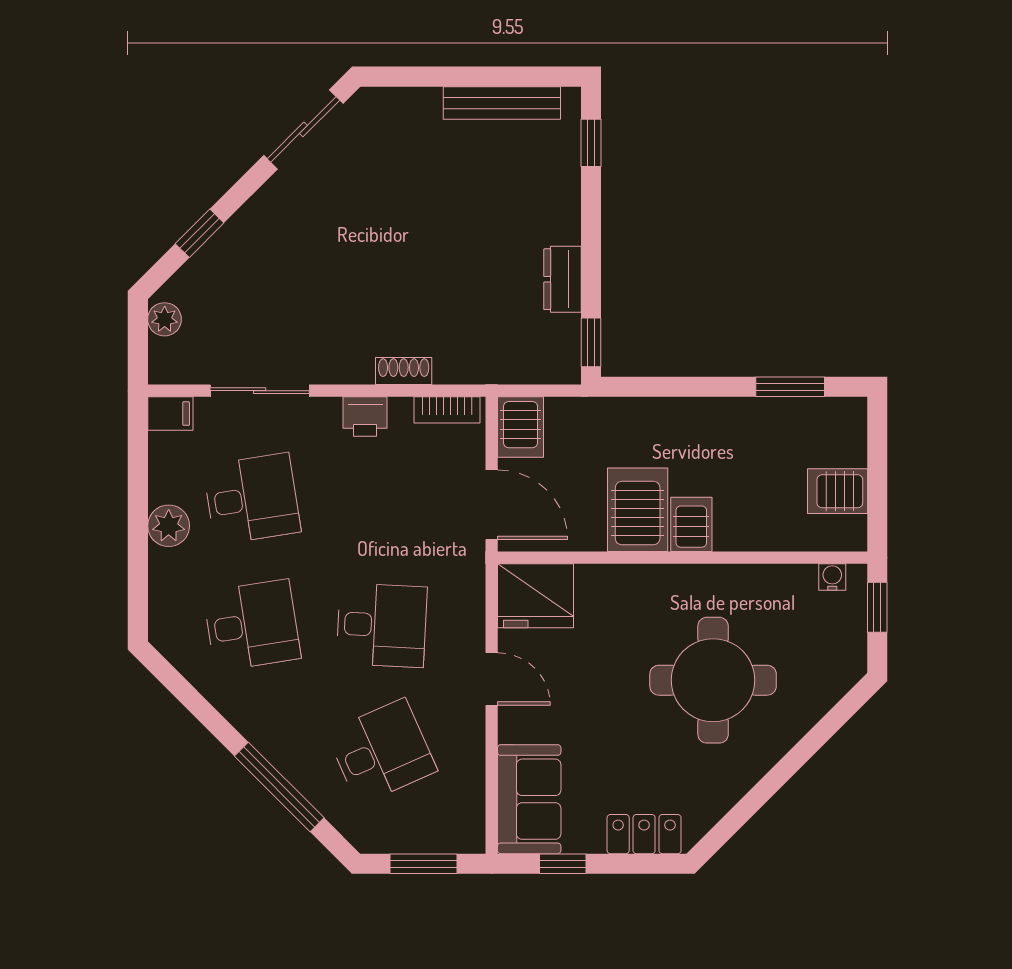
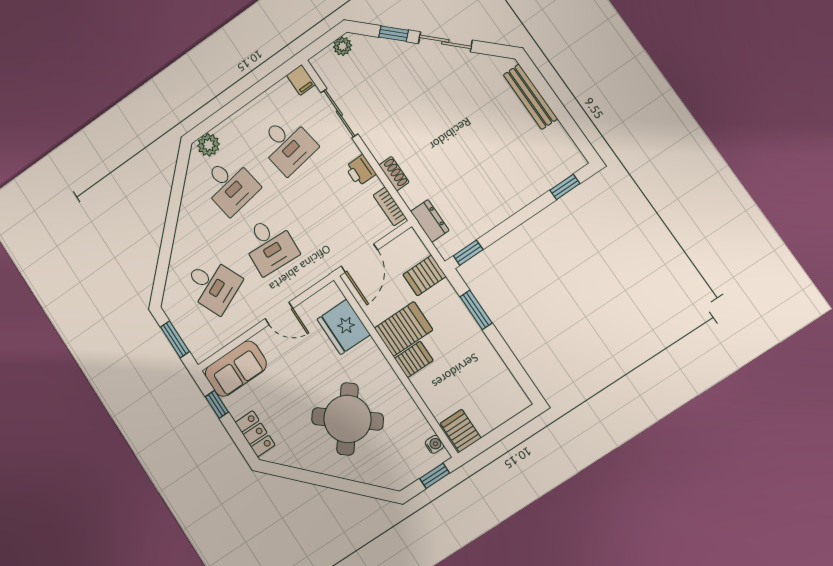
bench: (502, 103) -> (530, 97), moved
sliding door: (303, 129) -> (445, 42), moved
dresser: (562, 279) -> (430, 221), moved, turned 90
window: (790, 387) -> (476, 310), moved
server rack: (521, 427) -> (424, 276), moved
server rack: (837, 491) -> (461, 431), moved
plant: (169, 526) -> (208, 145), moved
fridge: (535, 596) -> (344, 327), moved
door: (492, 679) -> (279, 313), hinge flipped
round table: (713, 680) -> (347, 419), turned 38
window: (279, 787) -> (166, 249), removed

